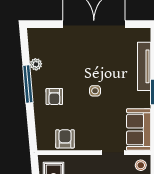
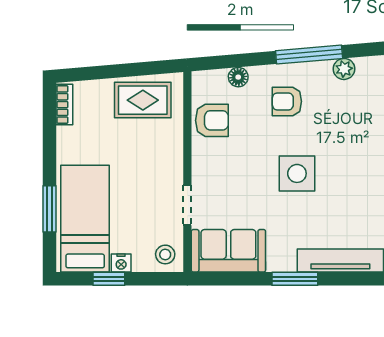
side table: (95, 91) -> (297, 173), width x1.87, depth x1.87
floor lamp: (41, 124) -> (238, 77), added

